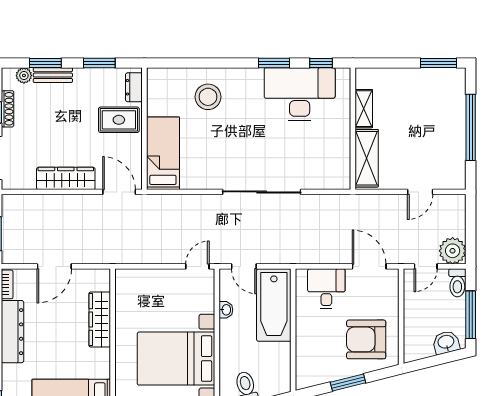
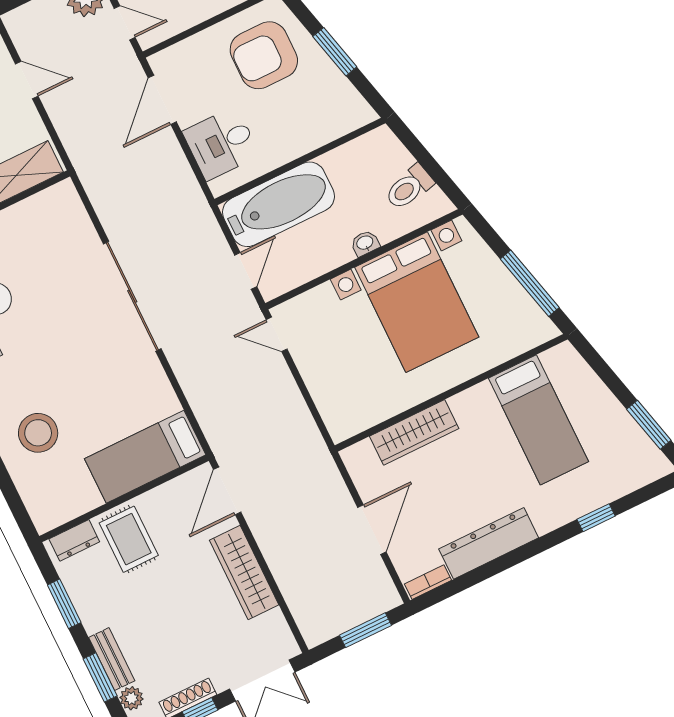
door: (54, 266) -> (372, 530), hinge flipped
washbasin: (226, 310) -> (365, 243), moved
armchair: (366, 339) -> (264, 55), turned 90

